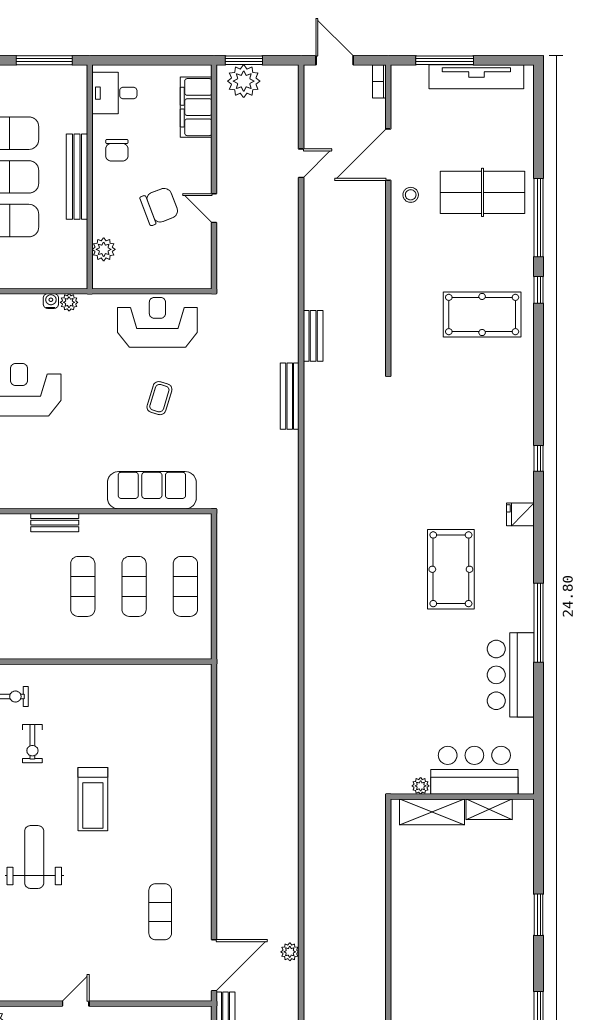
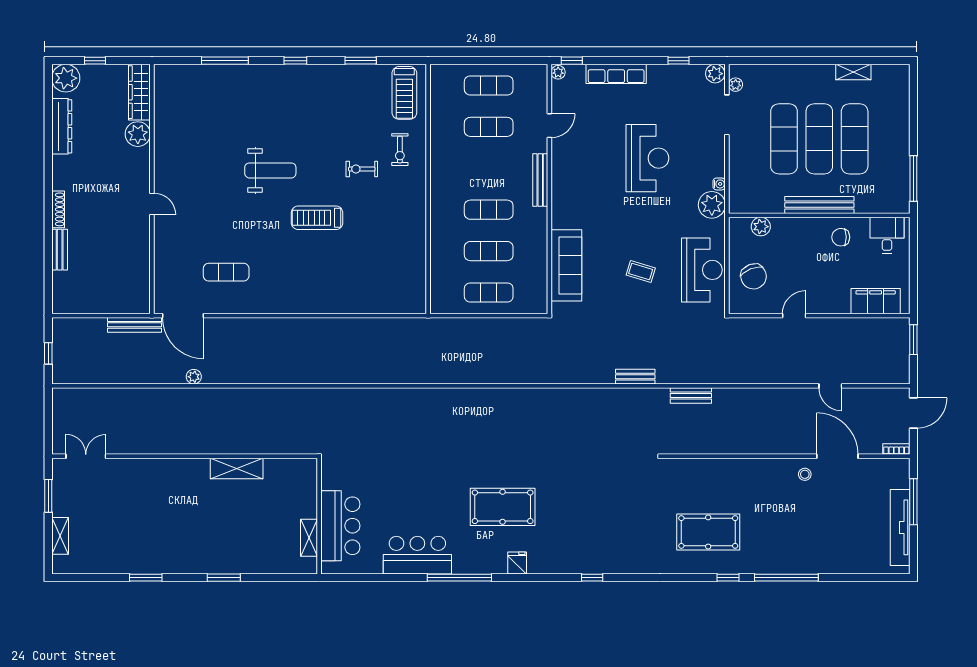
plant: (244, 81) -> (897, 340), removed
table tennis table: (482, 192) -> (807, 532), removed
chair: (160, 206) -> (754, 276), moved
plant: (69, 302) -> (712, 205), width x1.88, depth x1.88
pool table: (482, 314) -> (708, 532), turned 90
bench: (290, 396) -> (635, 377), width x0.73
fridge: (520, 514) -> (517, 563), moved
bench: (55, 523) -> (540, 180), width x1.36
plant: (421, 786) -> (328, 482), removed
shelving: (432, 812) -> (237, 468), moved, turned 90

